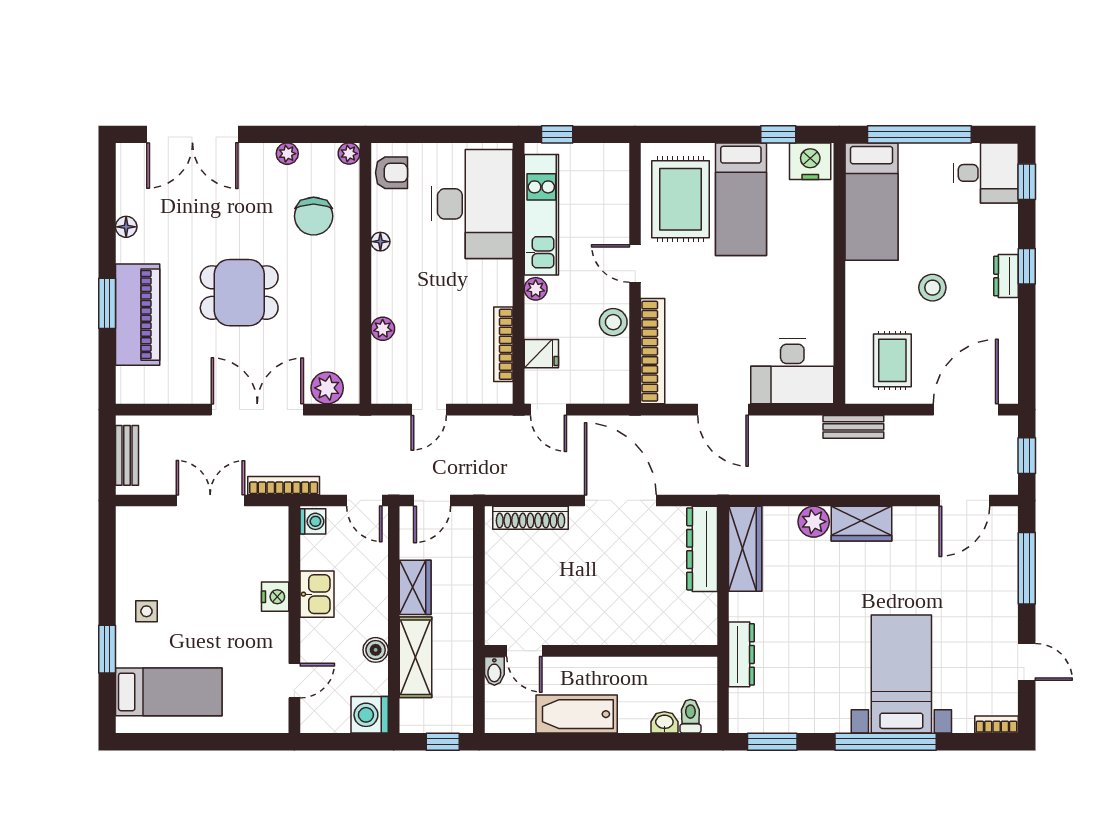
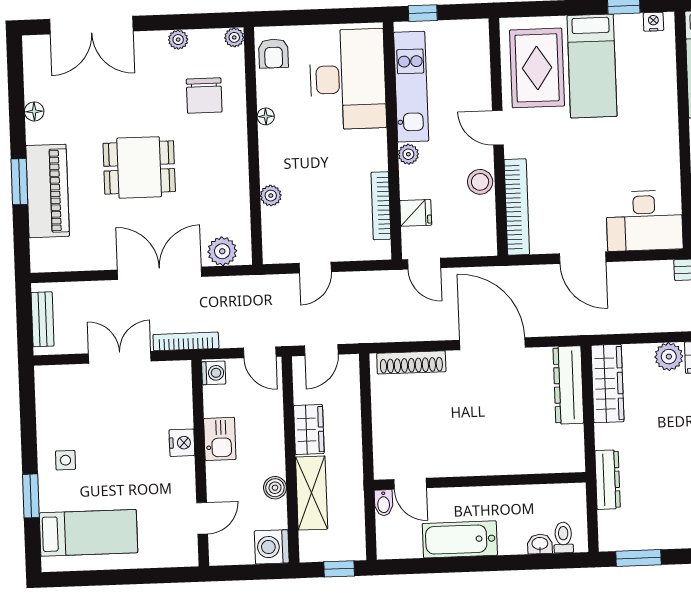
nightstand: (810, 161) -> (653, 22), width x0.53, depth x0.56
armchair: (391, 173) -> (274, 53), turned 90

